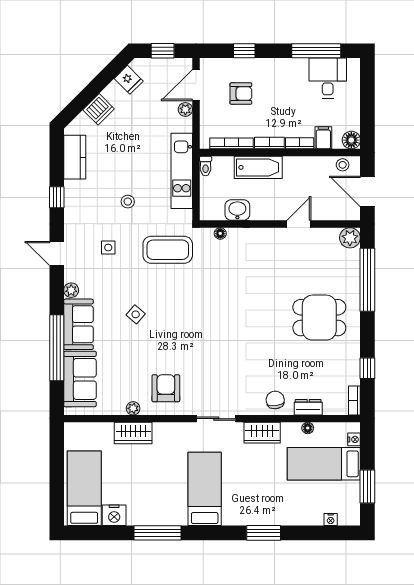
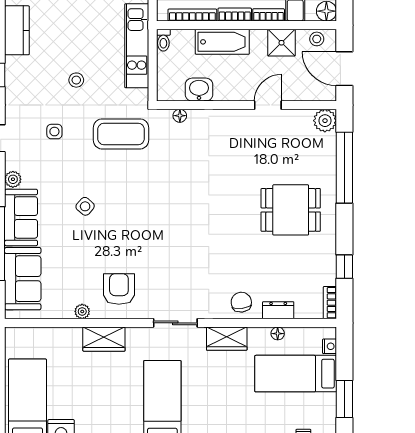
shower: (311, 168) -> (281, 43), added
wardrobe: (133, 433) -> (104, 339), moved

